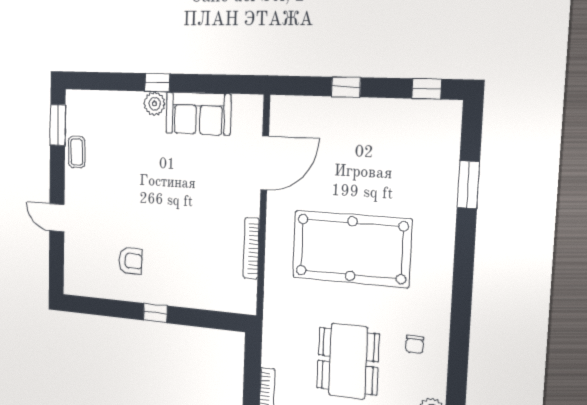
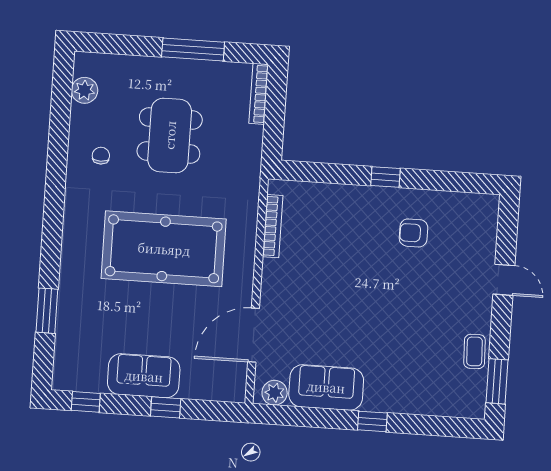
plant: (154, 104) -> (275, 393), moved
sofa: (368, 119) -> (144, 376), added
bookcase: (251, 248) -> (273, 226), moved

